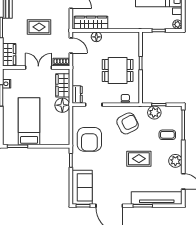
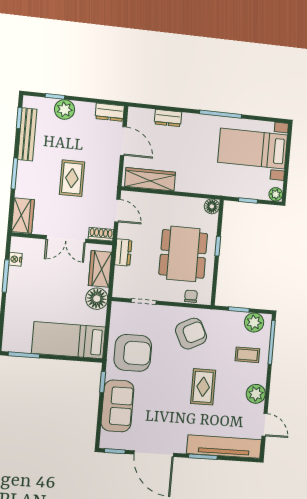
rug: (39, 27) -> (72, 178), turned 90
floor lamp: (96, 37) -> (212, 206), moved
double door: (38, 68) -> (66, 239), swing flipped
dining table: (118, 70) -> (183, 254), width x1.38
dresser: (77, 94) -> (123, 252), moved
plant: (154, 113) -> (254, 322), moved
bed: (29, 121) -> (68, 340), moved, turned -90
armchair: (89, 139) -> (133, 353), turned -90
rug: (139, 159) -> (203, 387), turned 90
sofa: (82, 187) -> (117, 406), moved

